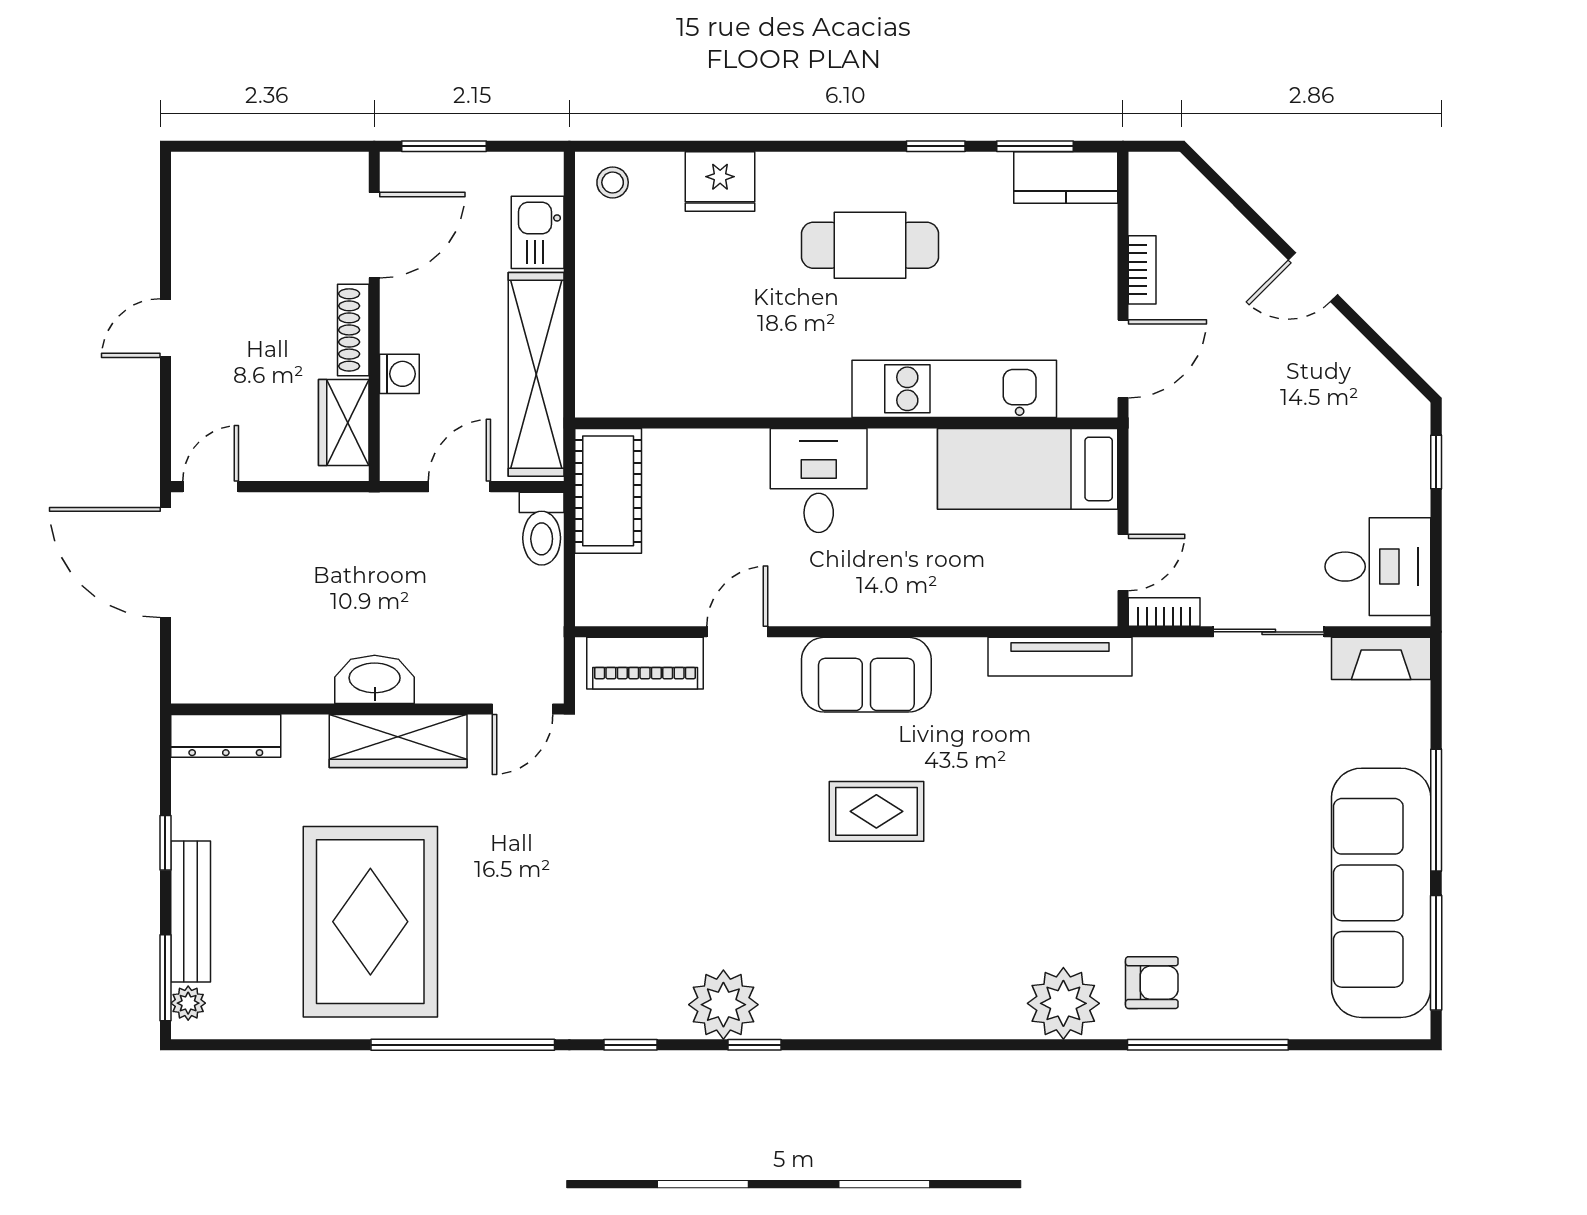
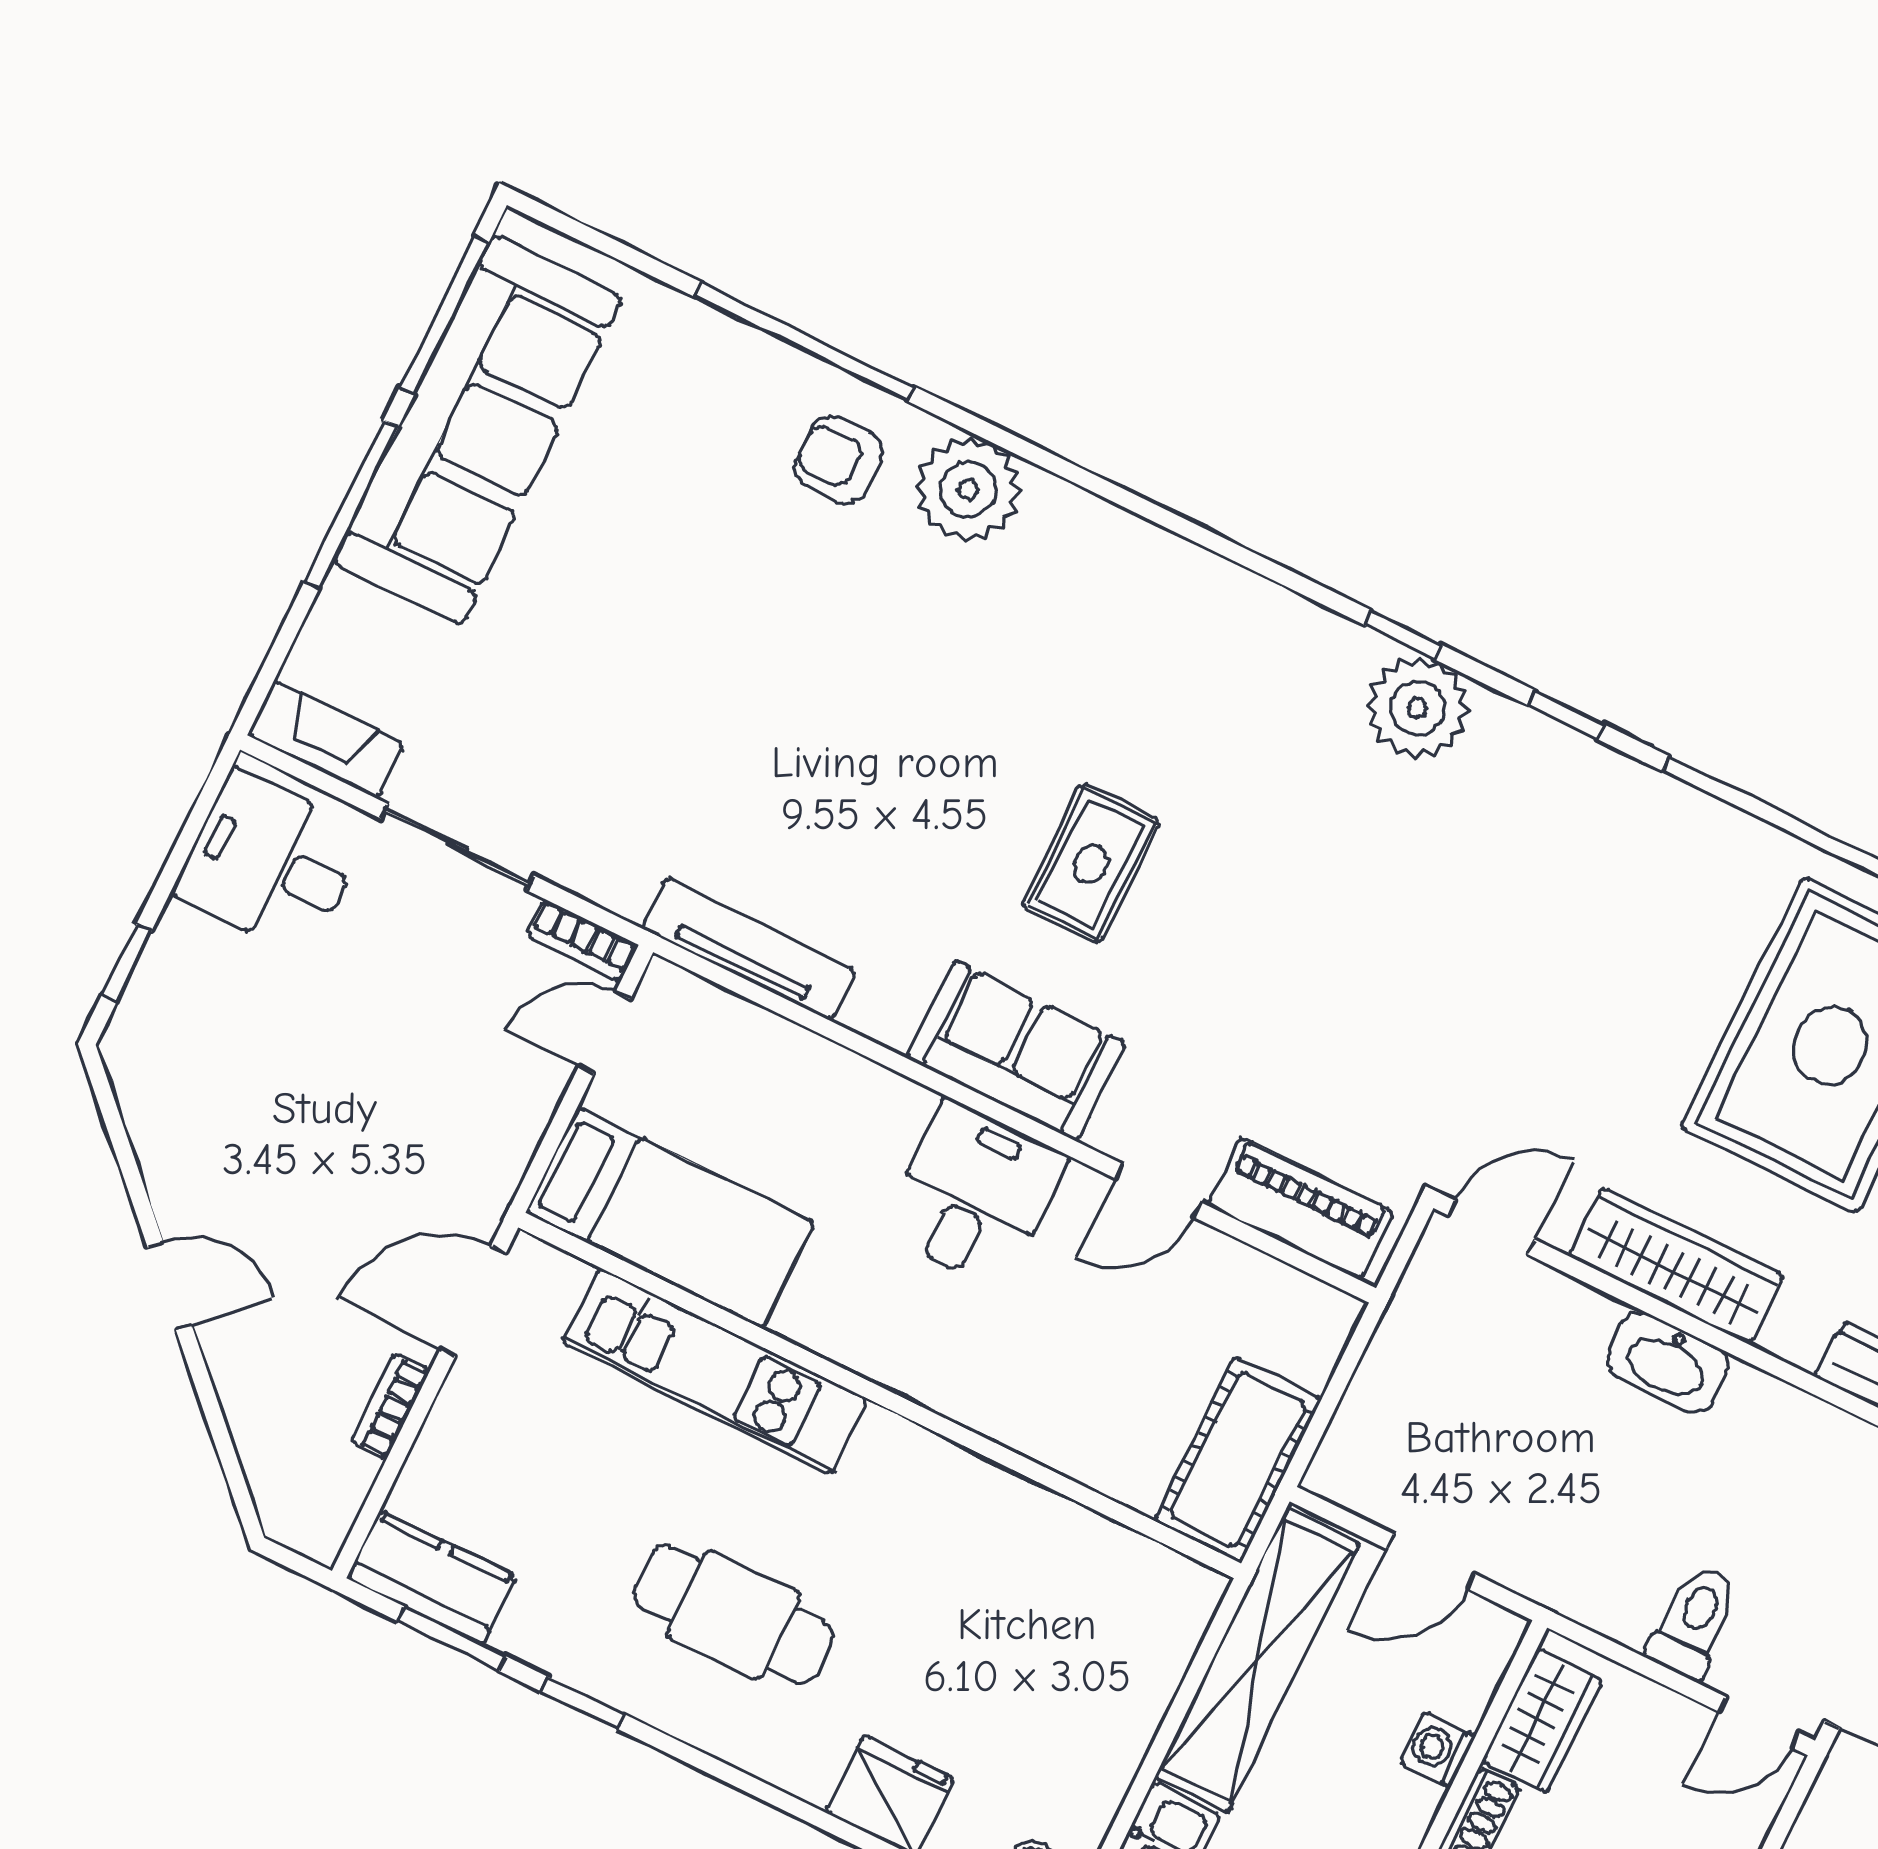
desk: (819, 481) -> (974, 1195), moved, turned 180
toilet: (542, 529) -> (1694, 1622), moved
rug: (876, 811) -> (1091, 864), turned 90

